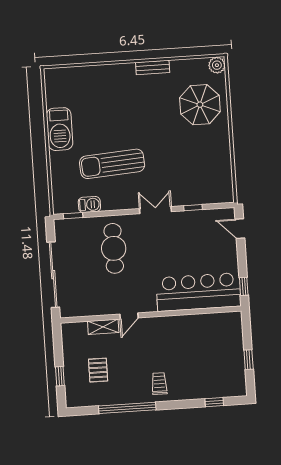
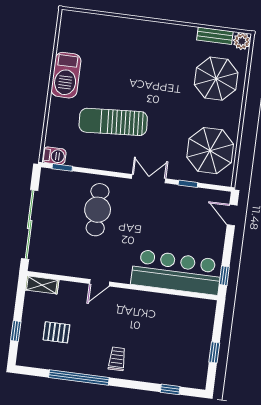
bench: (153, 67) -> (215, 36), moved
parasol: (208, 173) -> (210, 151), added
barbecue: (89, 205) -> (54, 156), moved
shelving: (103, 327) -> (42, 285), moved
pallet: (98, 370) -> (56, 332), turned 90

